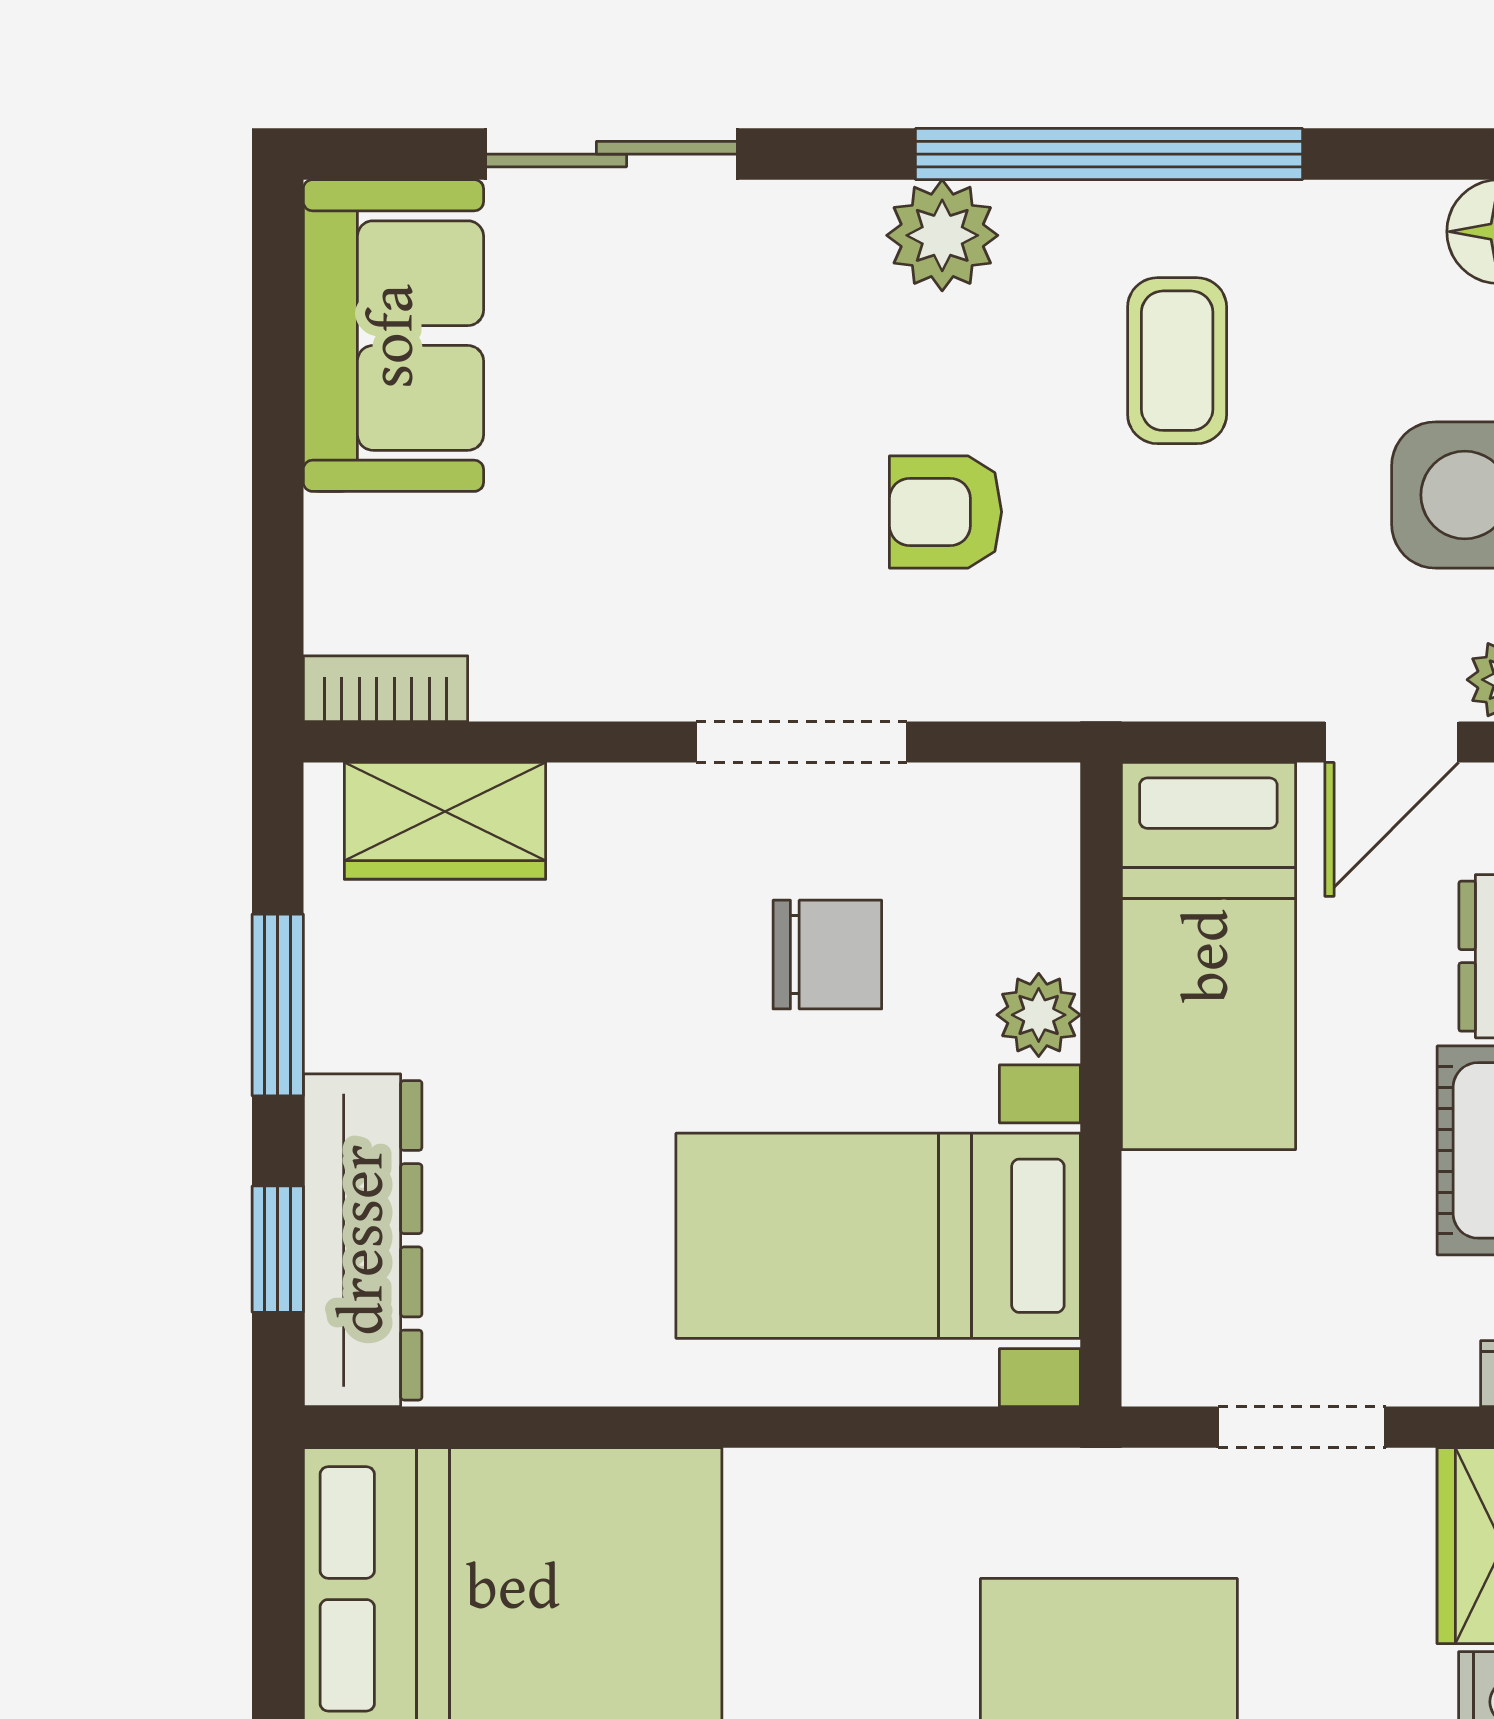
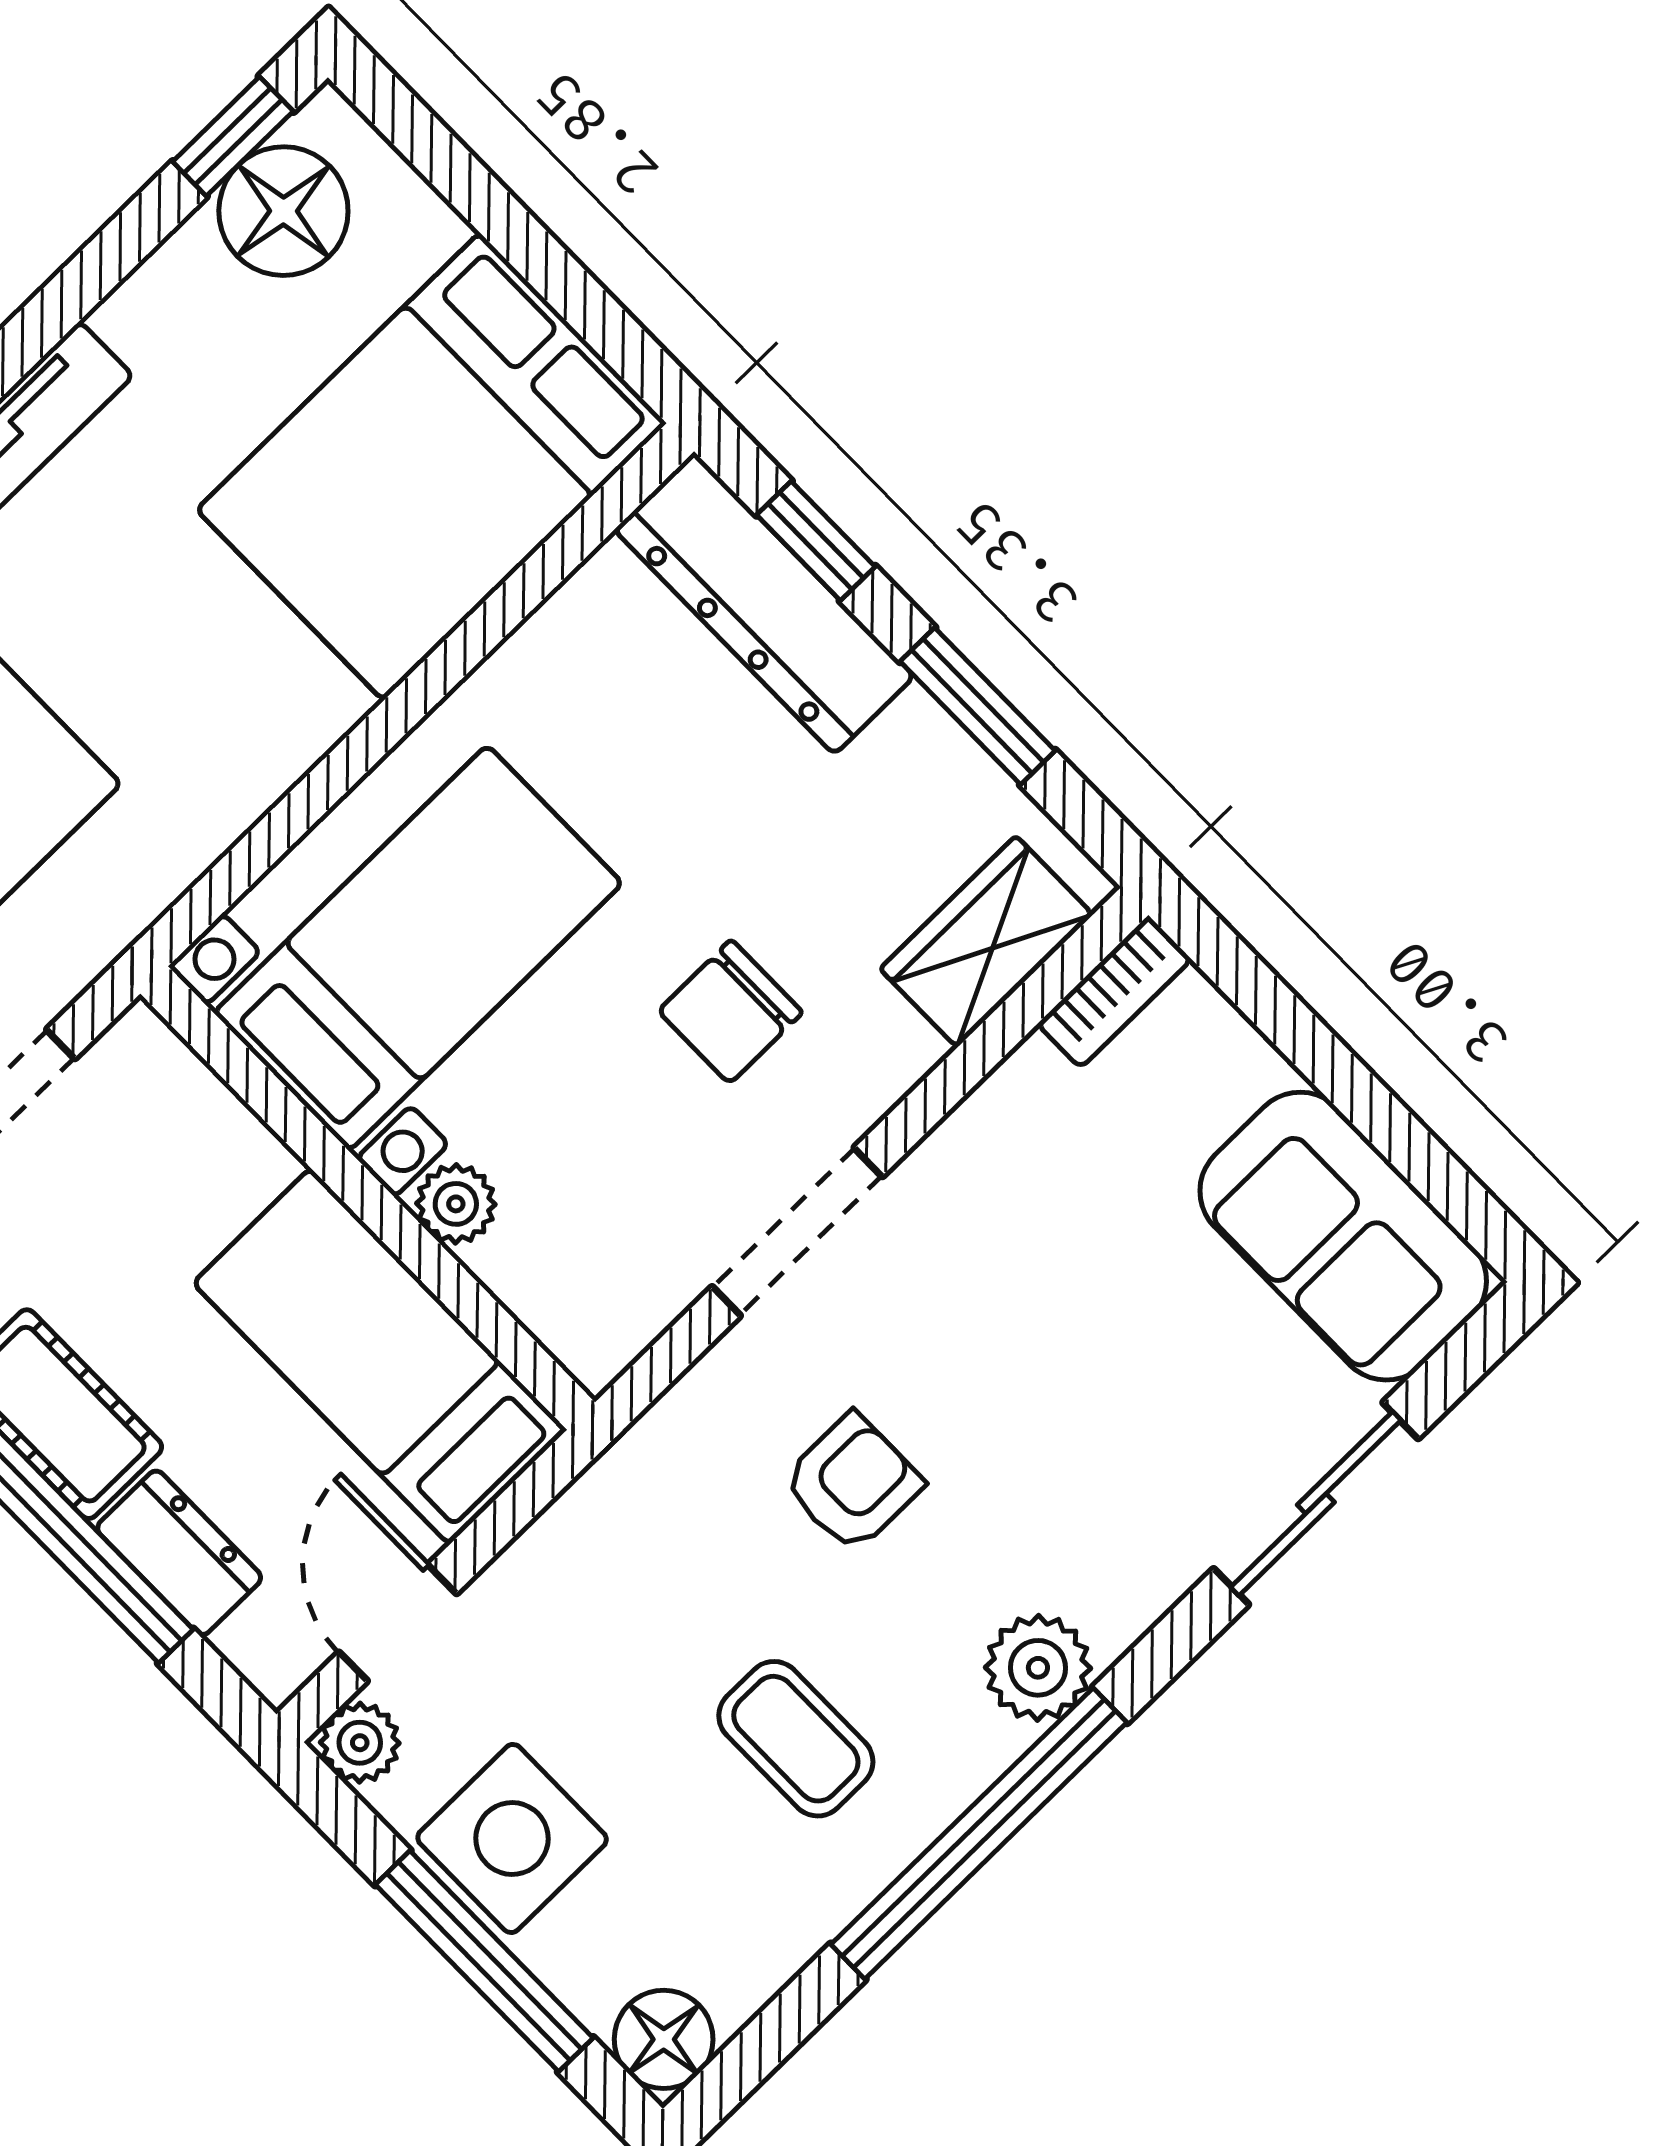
chair: (827, 955) -> (730, 1012), moved

